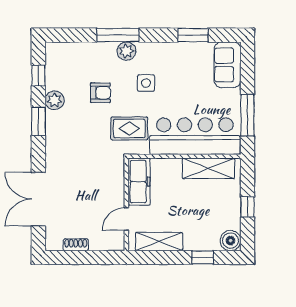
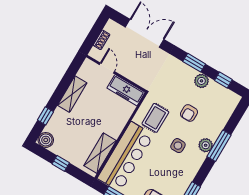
freezer: (139, 182) -> (126, 90), moved
wall: (126, 204) -> (116, 74), moved
door: (126, 219) -> (107, 68), moved

